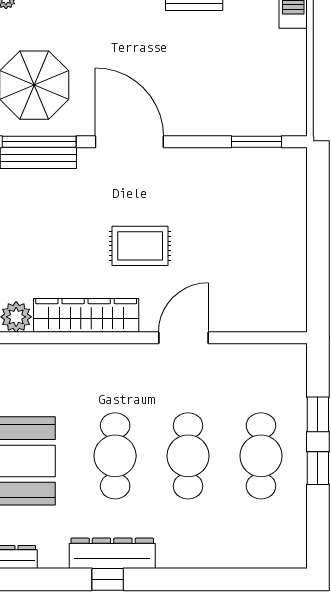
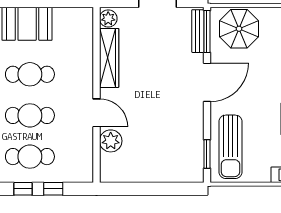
sun lounger: (244, 100) -> (230, 147), added
rug: (140, 246) -> (148, 88), removed
plant: (233, 313) -> (111, 141), added

